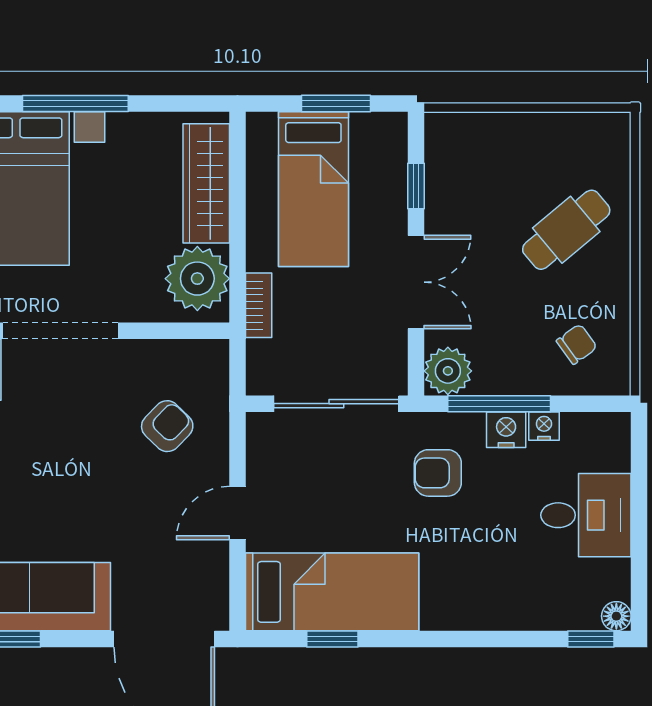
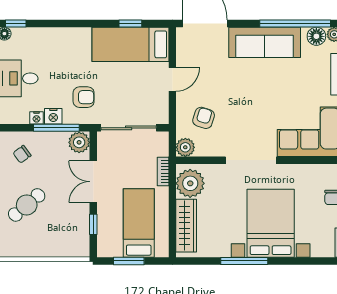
plant: (208, 360) -> (185, 147), added
armchair: (167, 426) -> (204, 118), turned 153

